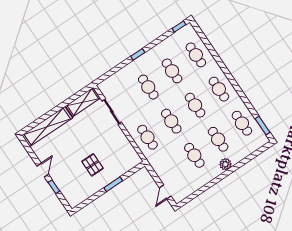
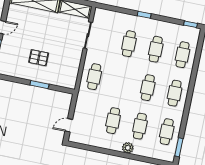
cafe table: (171, 121) -> (121, 82), removed
pallet: (93, 165) -> (39, 58), turned 90

